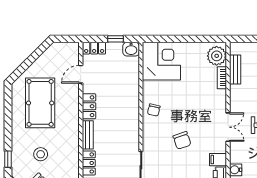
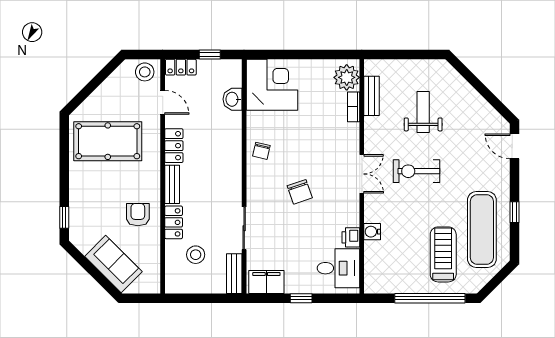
washbasin: (131, 49) -> (233, 99), moved, turned 90
door: (81, 74) -> (163, 102), swing flipped
pool table: (40, 103) -> (108, 141), turned 90
stool: (41, 154) -> (145, 72), moved
armchair: (62, 157) -> (138, 215), added
filing cabinet: (218, 160) -> (348, 218), removed

